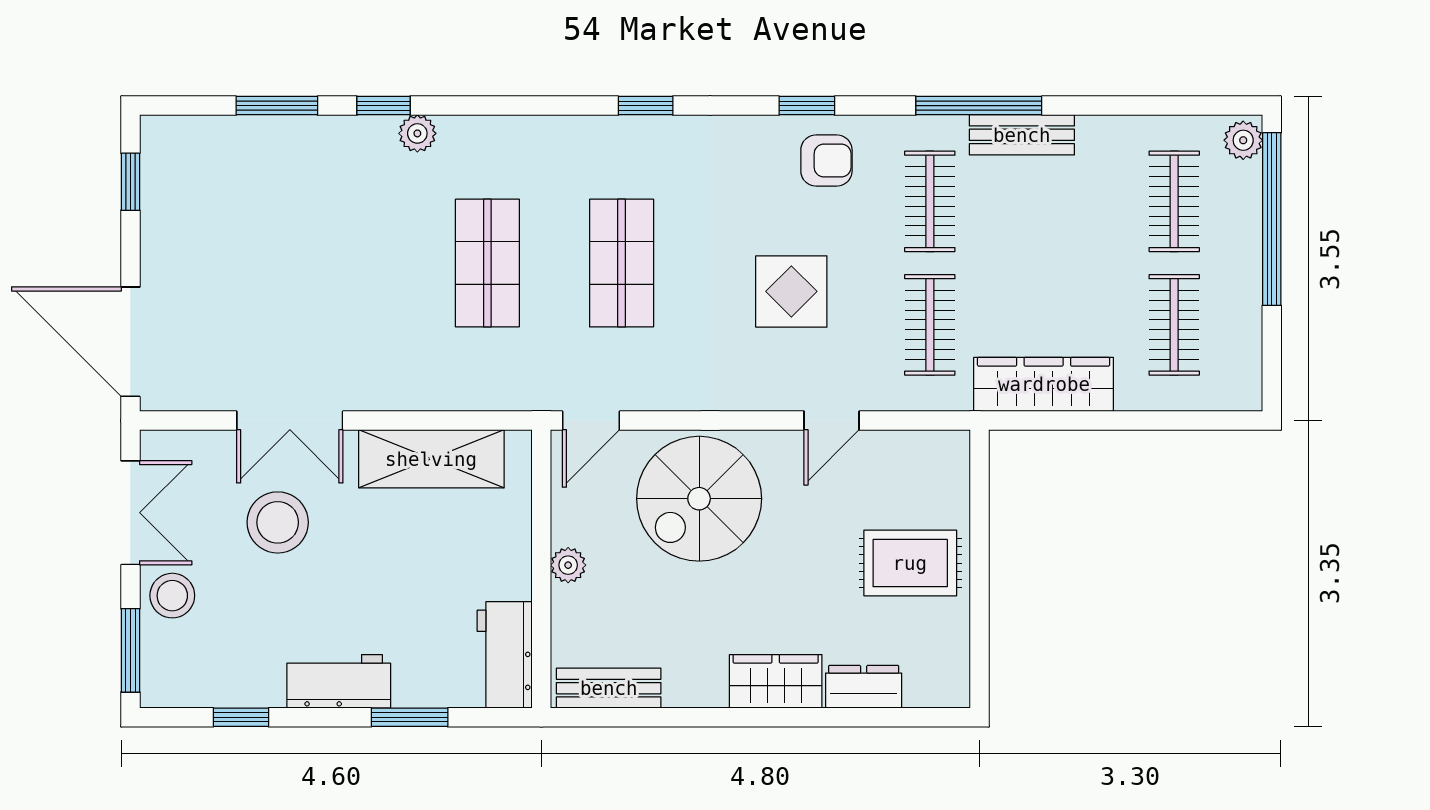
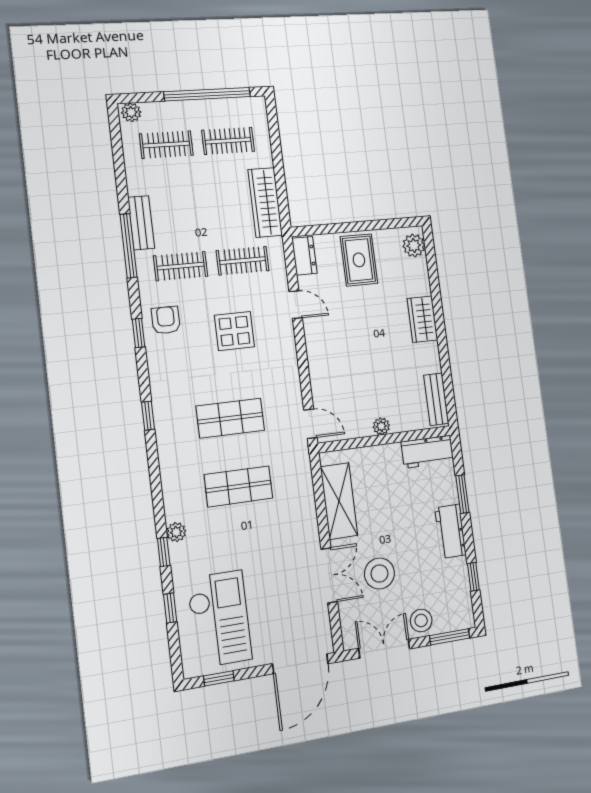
window: (277, 106) -> (170, 608), width x0.67
checkout: (241, 196) -> (219, 619), added
window: (1272, 219) -> (207, 94), moved
spiral stairs: (699, 499) -> (342, 366), removed
plant: (930, 684) -> (414, 246), added
dresser: (864, 687) -> (304, 256), moved, turned 180

